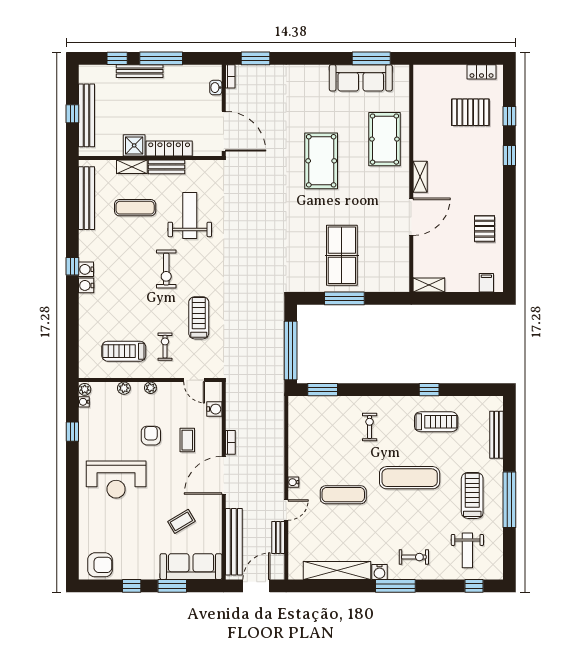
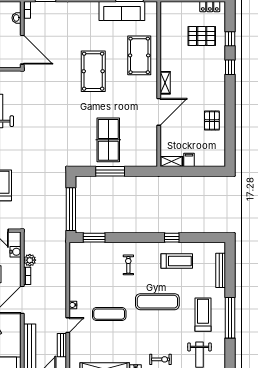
filing cabinet: (486, 283) -> (189, 160), moved
plant: (234, 421) -> (30, 260), added

